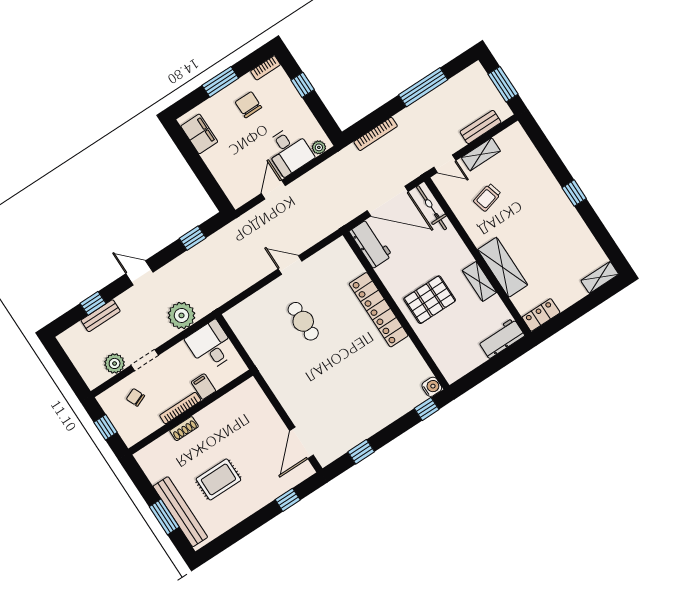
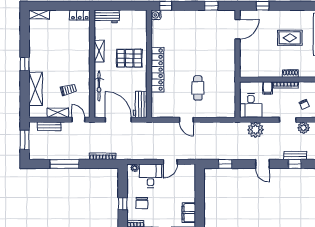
chair: (248, 105) -> (142, 203), moved
bicycle: (432, 208) -> (99, 86), moved
shelving: (503, 267) -> (36, 89), moved

